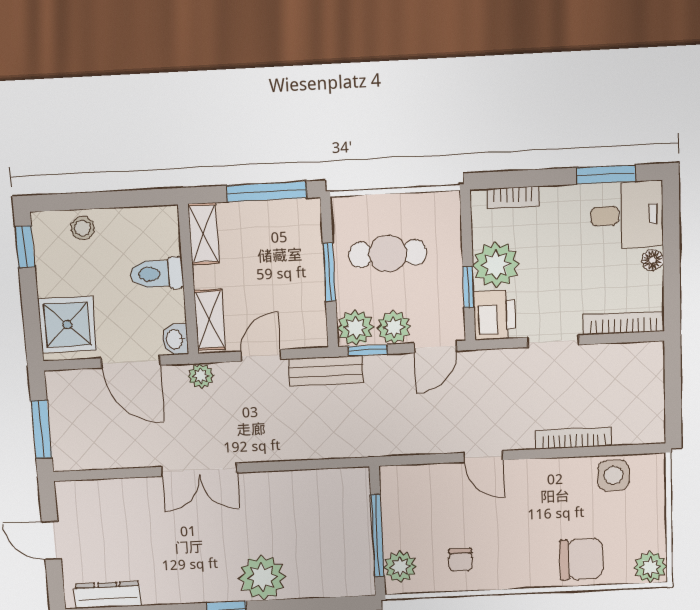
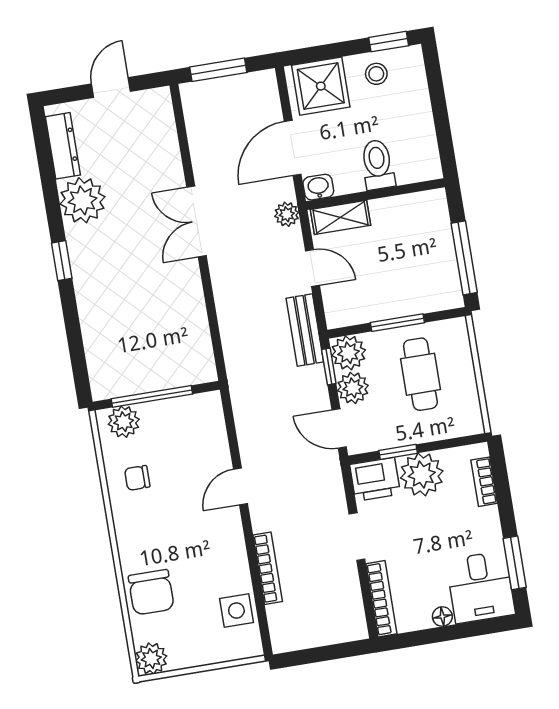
stool: (83, 228) -> (376, 74), moved
shelving: (204, 234) -> (419, 204), removed
plant: (262, 577) -> (83, 200), moved

